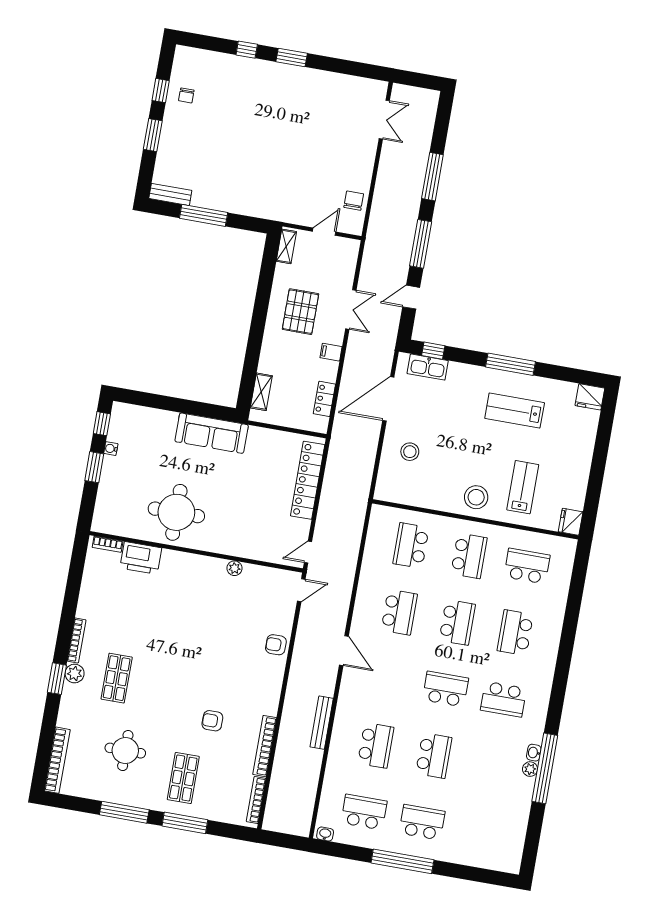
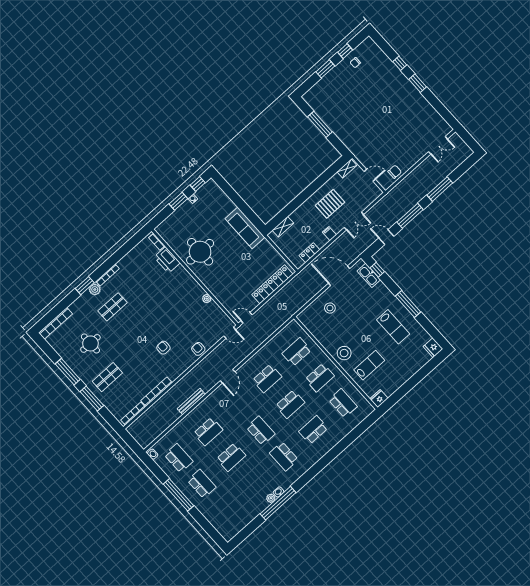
bench: (170, 194) -> (312, 103), removed
lab bench: (515, 411) -> (393, 327), turned 180
armchair: (212, 721) -> (163, 348), moved

